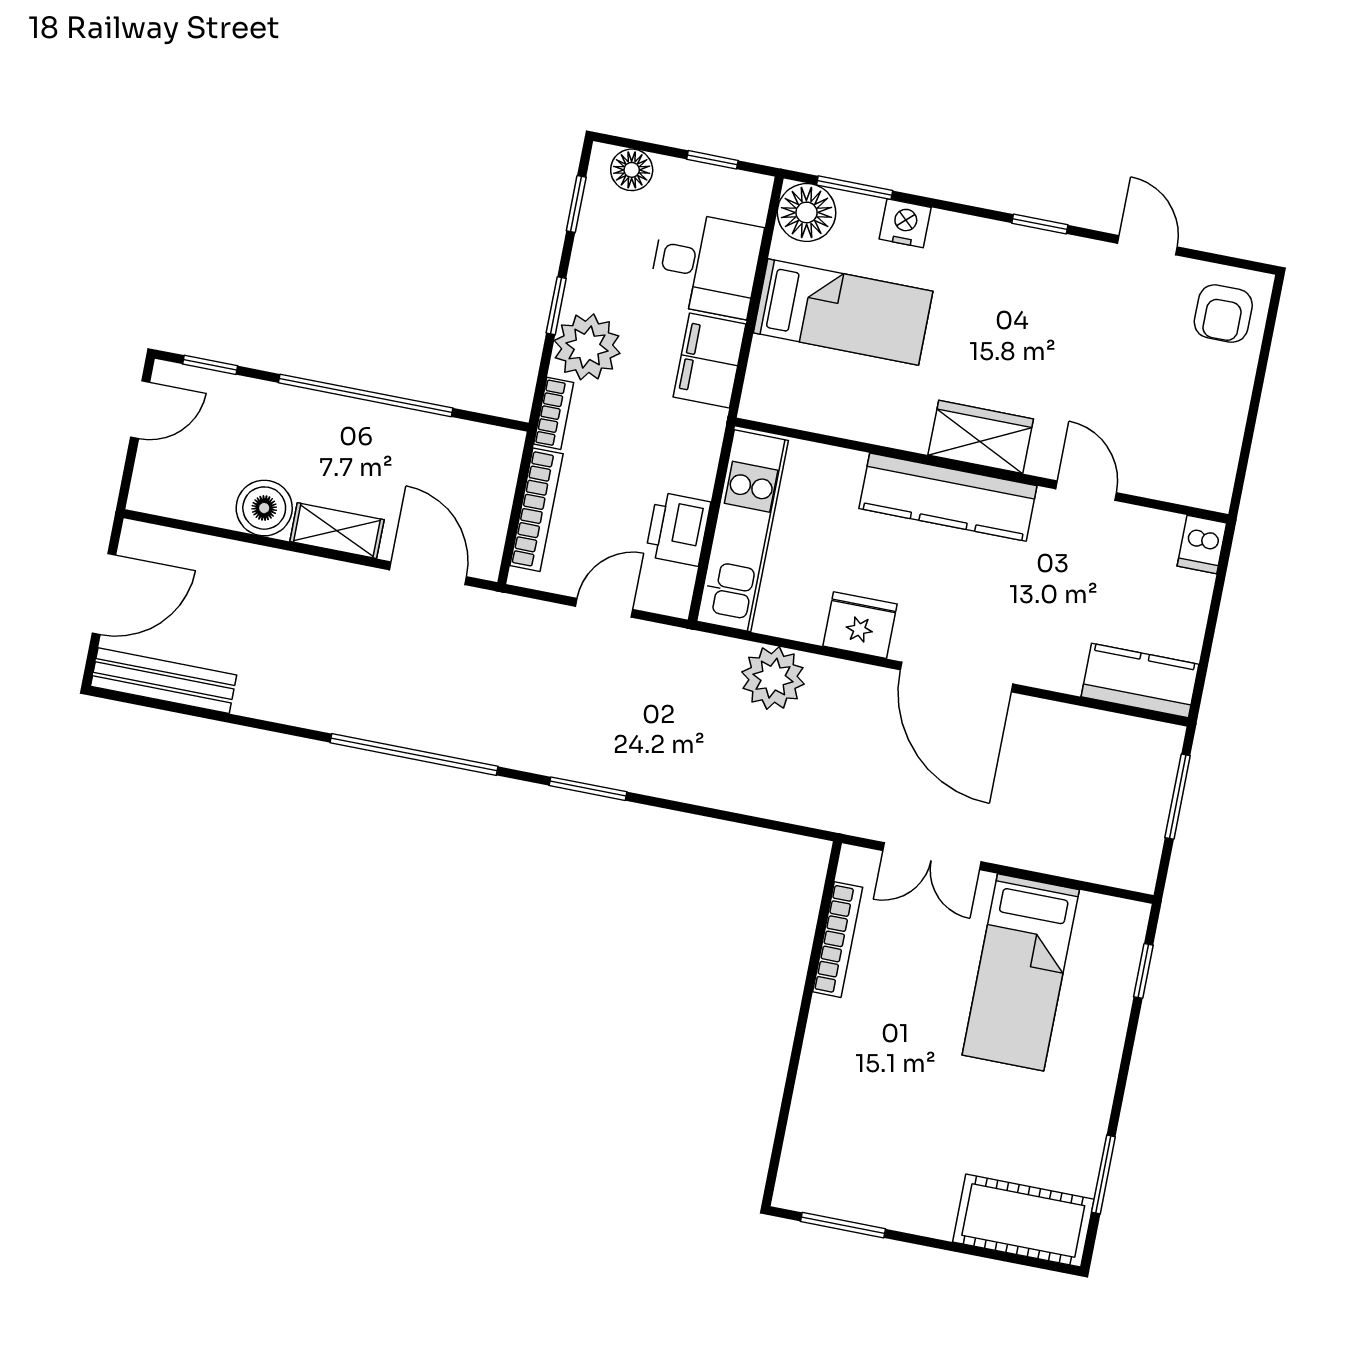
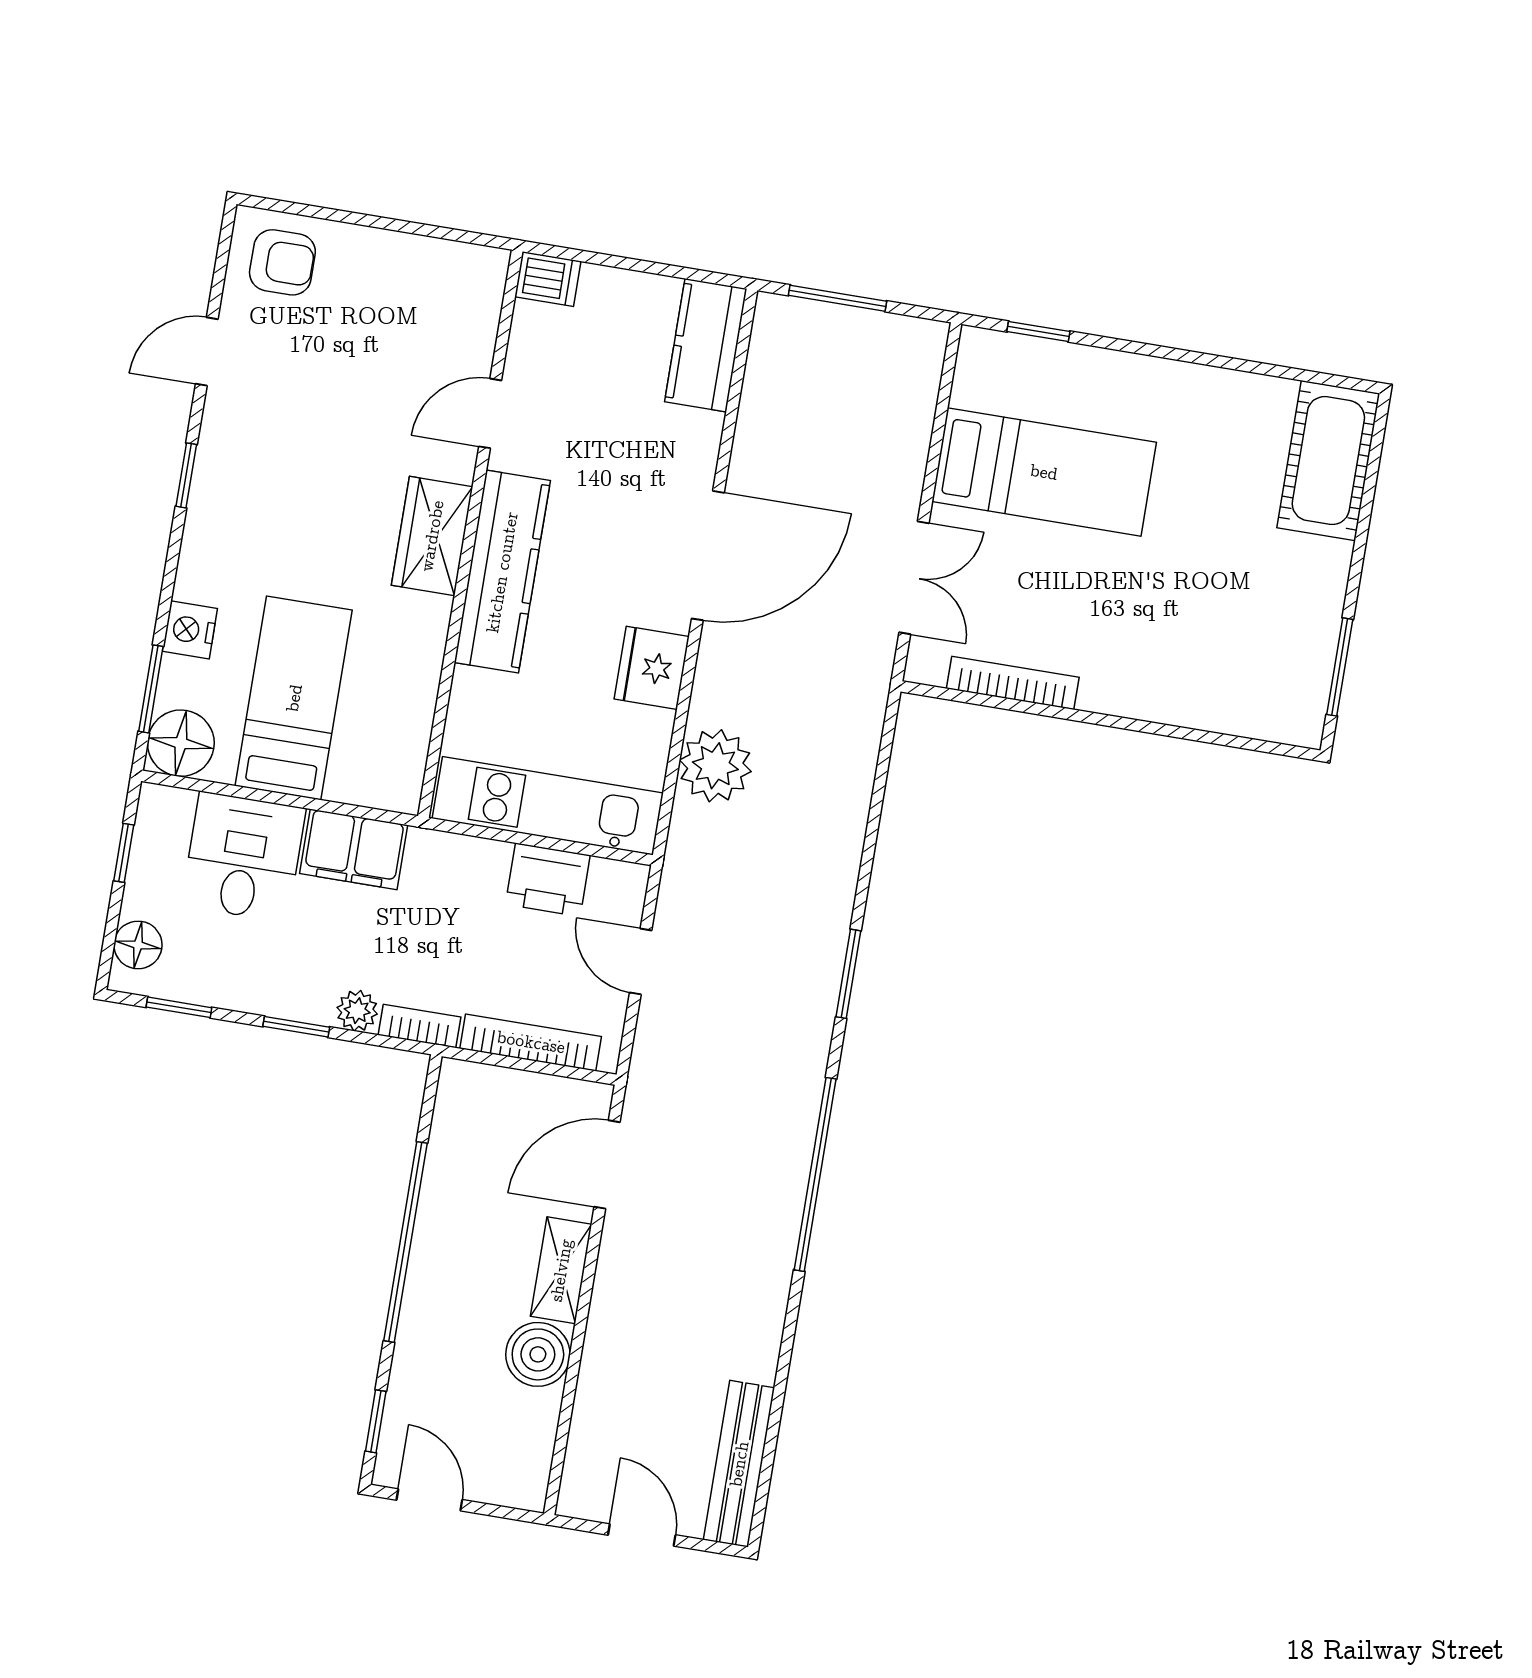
plant: (587, 347) -> (357, 1011), width x0.53, depth x0.53
door: (104, 594) -> (642, 1535), width x0.73
window: (1103, 1174) -> (1273, 370), removed

